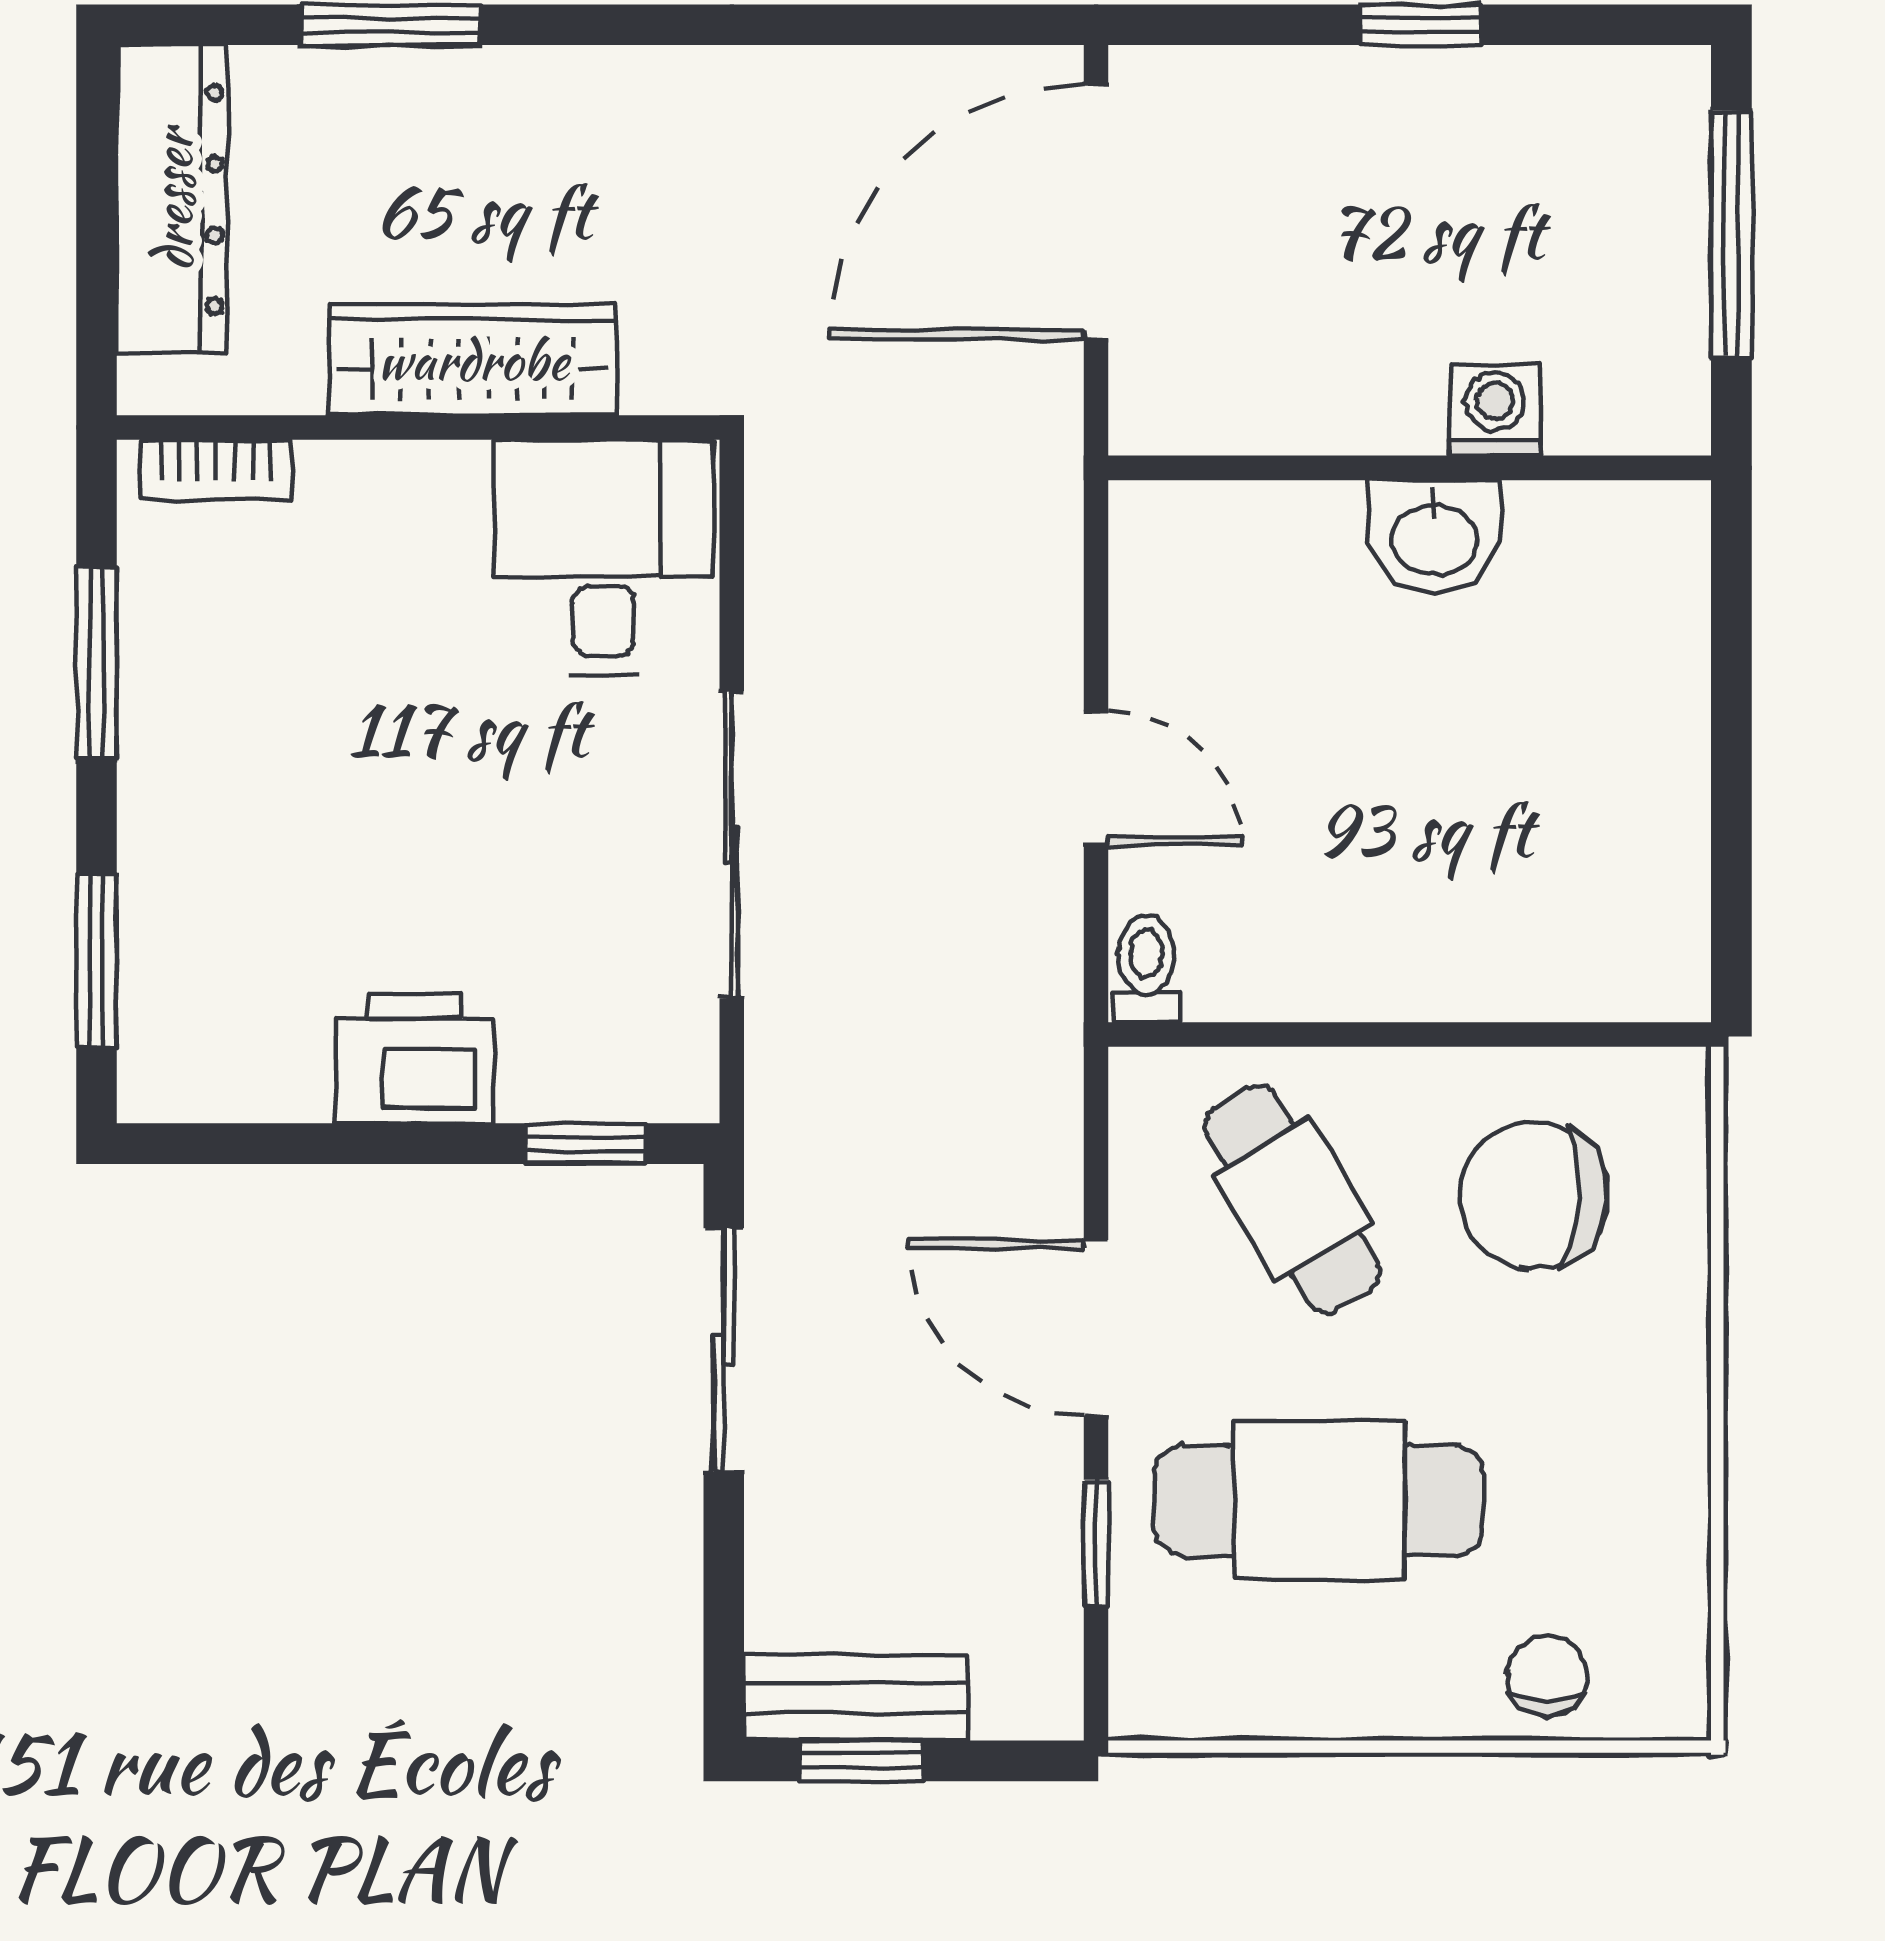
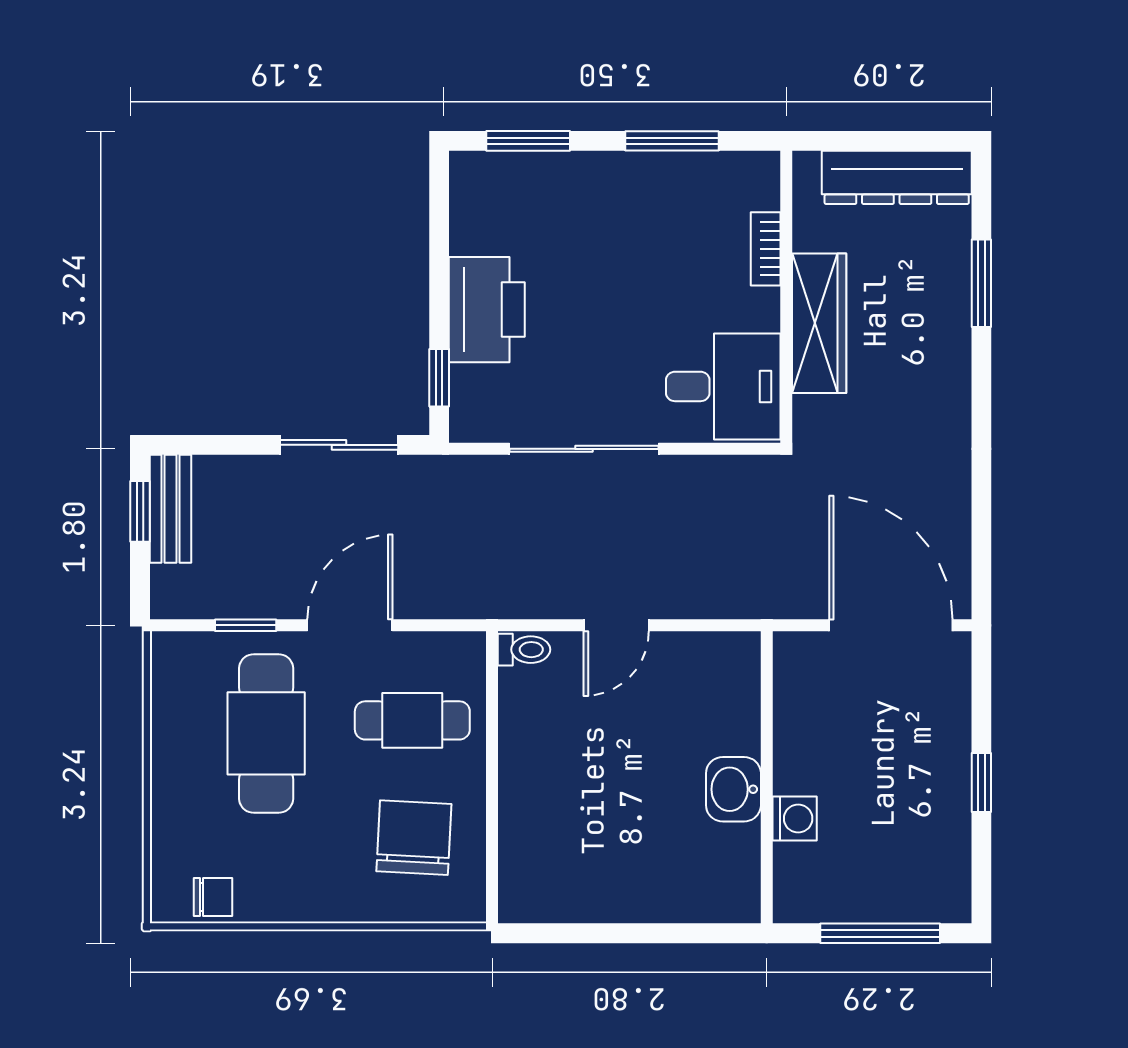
bookcase: (215, 470) -> (766, 249), moved
printer: (415, 1058) -> (487, 310), width x1.37, depth x1.19
cafe table: (1292, 1199) -> (412, 720), turned 31
chair: (1547, 1676) -> (213, 897), moved

